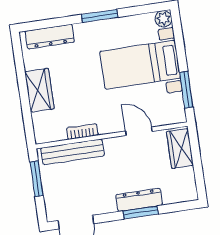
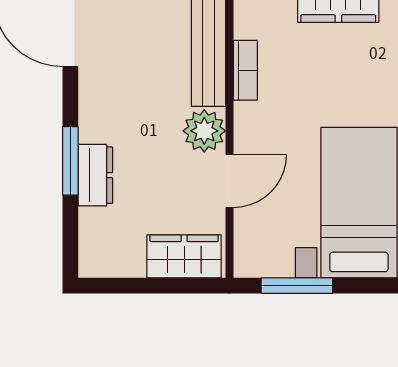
plant: (116, 148) -> (204, 131), added
dresser: (139, 200) -> (95, 175), width x0.70

